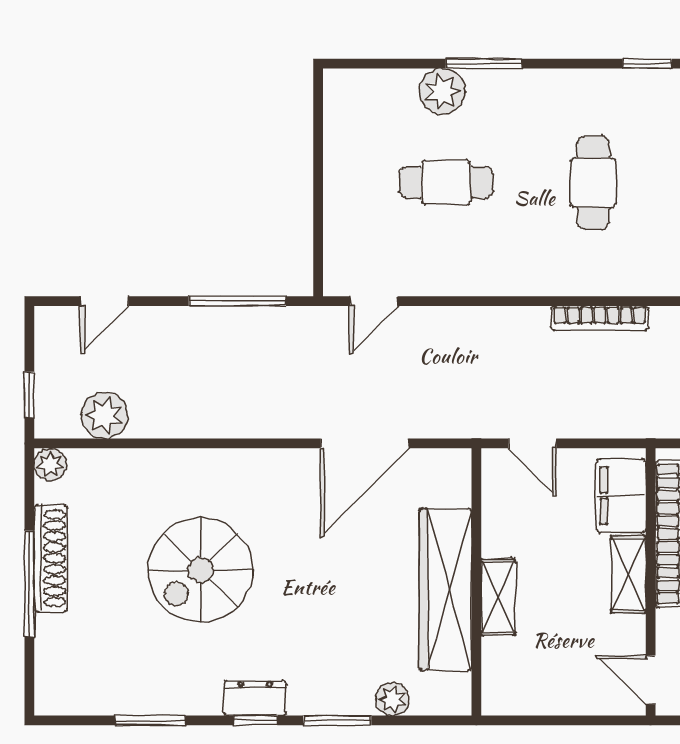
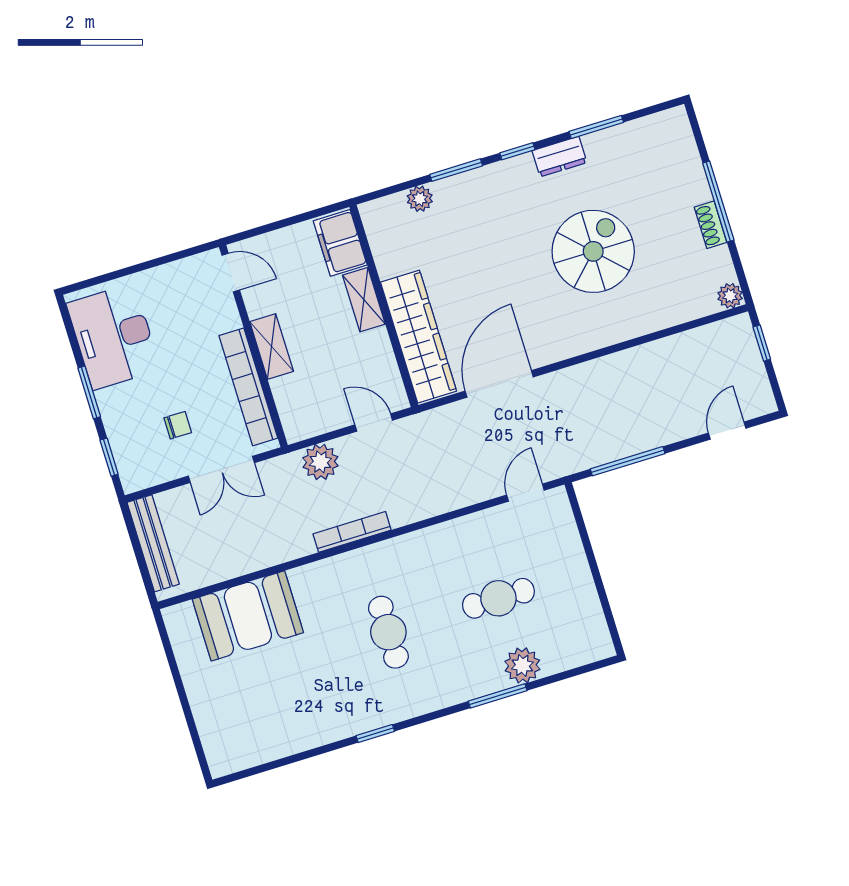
plant: (105, 415) -> (320, 462), moved
filing cabinet: (621, 496) -> (340, 243), moved, turned 180
shoe rack: (51, 558) -> (711, 225), width x0.51, depth x0.81
wardrobe: (446, 590) -> (419, 337), moved
dresser: (255, 698) -> (560, 157), moved

